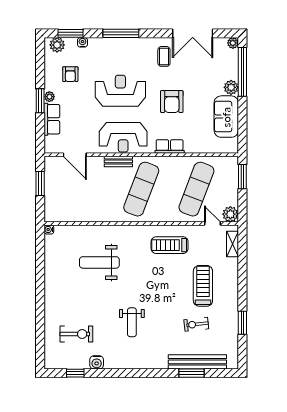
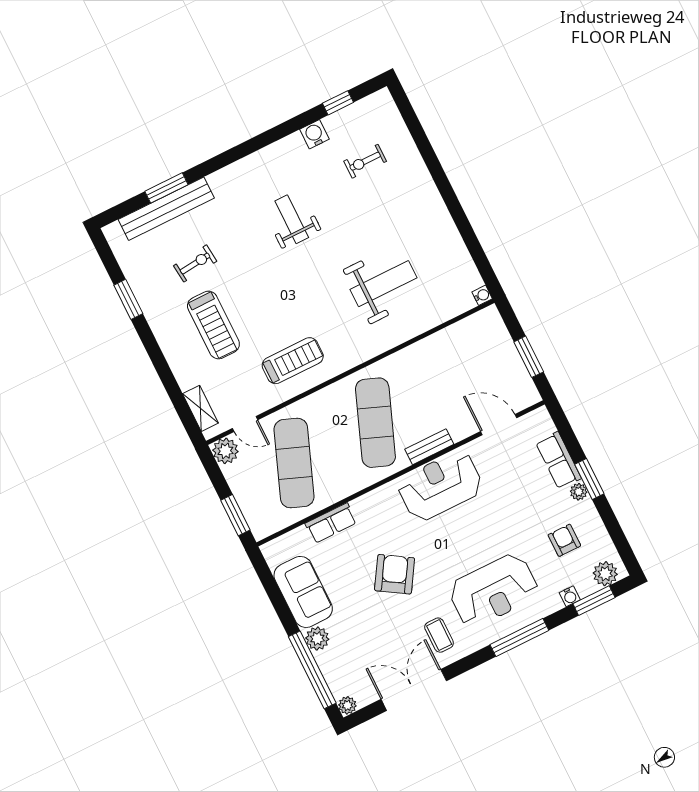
reception desk: (120, 91) -> (493, 591), moved
armchair: (172, 102) -> (395, 574), turned 32
row of seats: (170, 146) -> (331, 523), moved
exercise bike: (76, 334) -> (365, 161), width x0.73, depth x0.72

